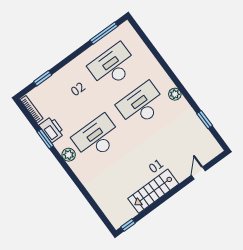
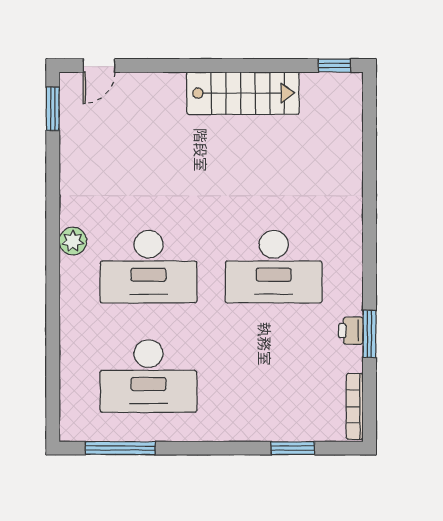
window: (205, 120) -> (53, 109), moved
printer: (52, 129) -> (351, 331), width x0.53, depth x0.68
plant: (69, 155) -> (348, 274), removed
door: (198, 173) -> (99, 66), moved

